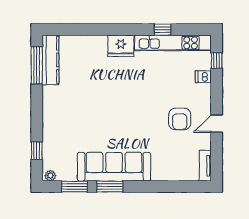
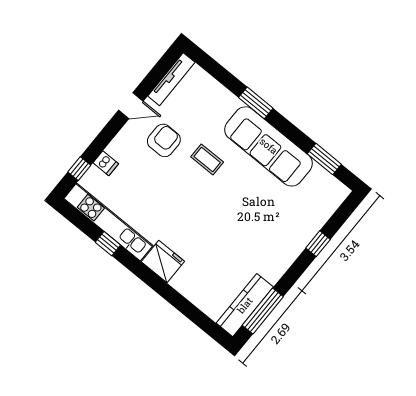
coffee table: (144, 129) -> (207, 159), added
window: (37, 151) -> (318, 244), moved
tv unit: (205, 166) -> (171, 79), width x1.41
plant: (50, 176) -> (339, 190), removed
window: (110, 187) -> (256, 103), moved

